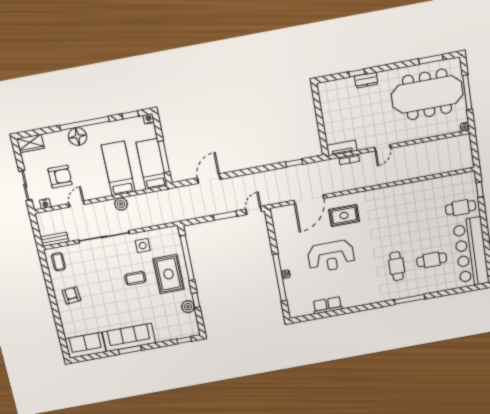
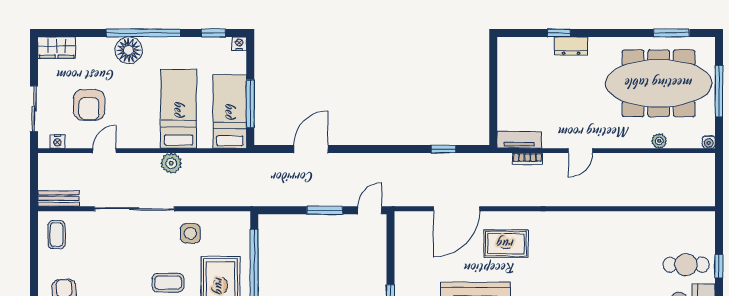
plant: (433, 132) -> (659, 141), added
armchair: (60, 177) -> (89, 105), turned 90
window: (480, 190) -> (719, 266), moved

